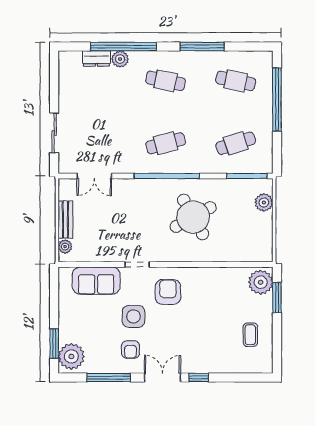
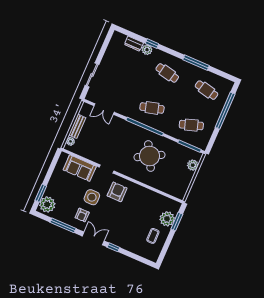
window: (123, 47) -> (152, 44), width x0.32
plant: (261, 282) -> (167, 219), moved

